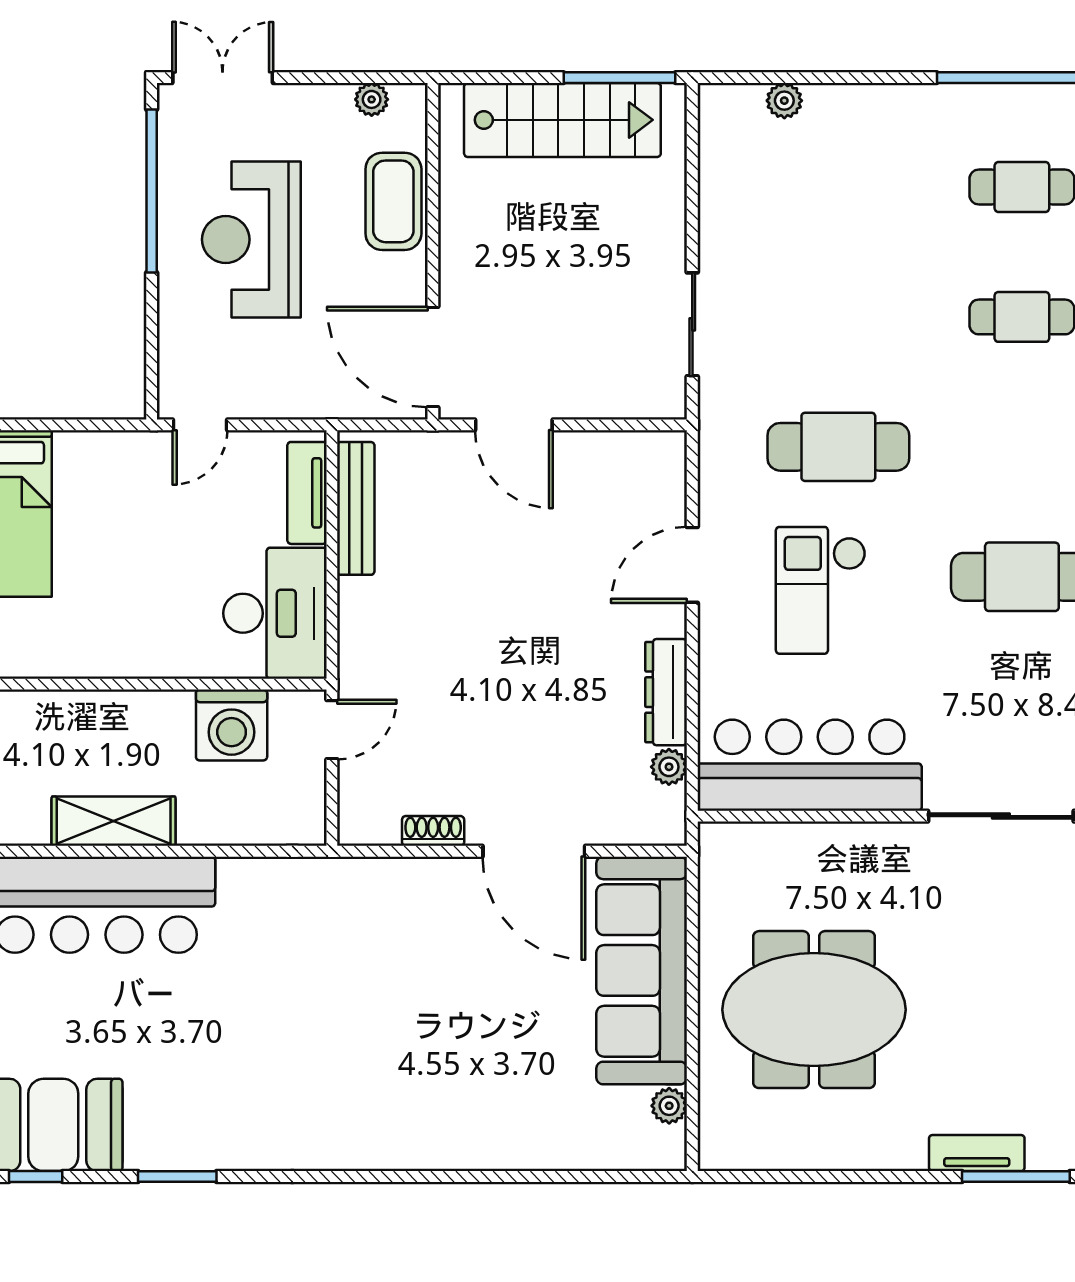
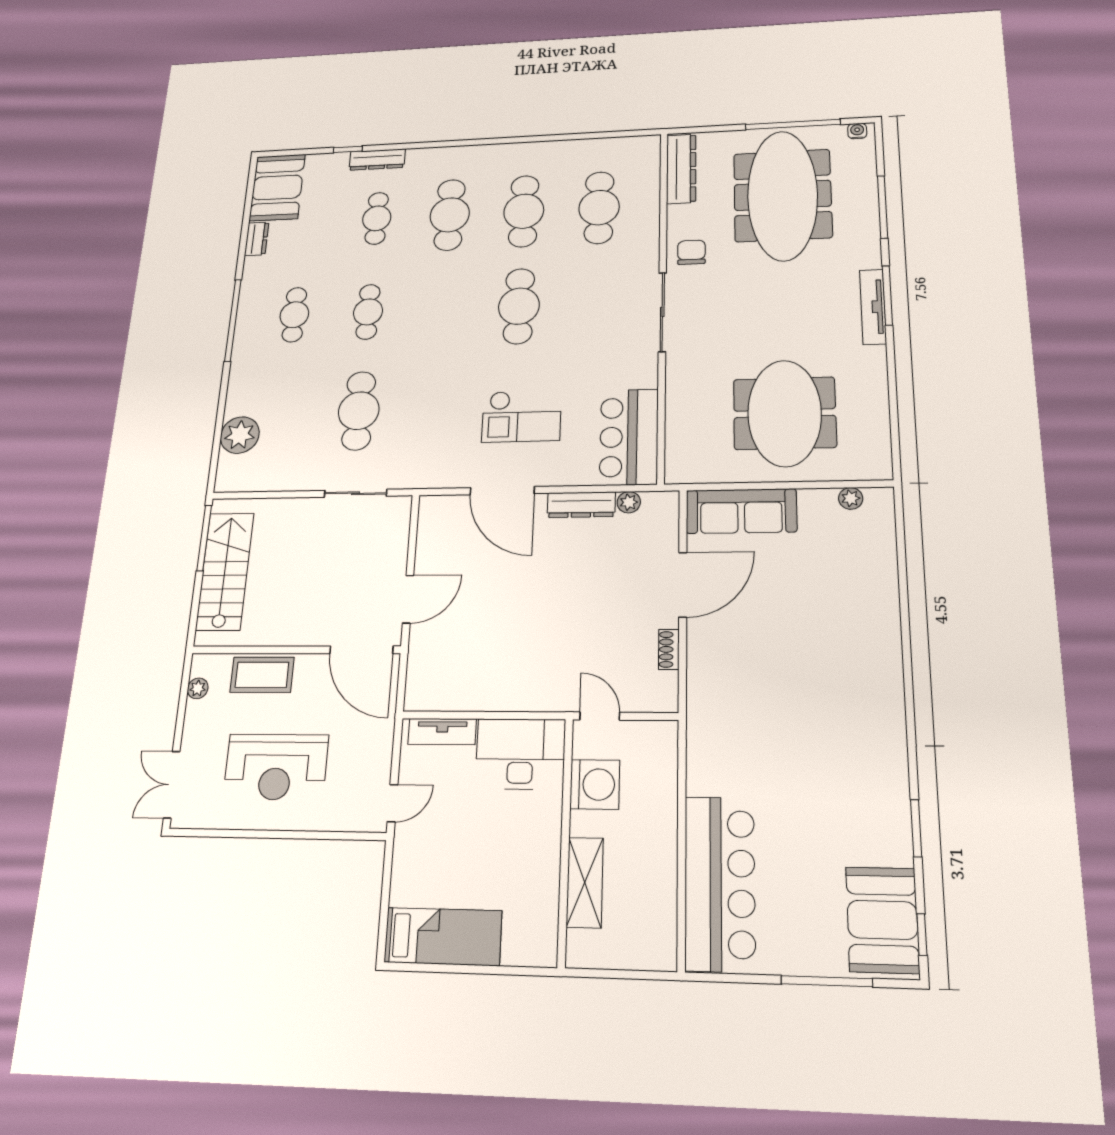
plant: (784, 101) -> (240, 435), width x1.88, depth x1.88
window: (152, 191) -> (237, 834), removed
door: (433, 357) -> (361, 650), hinge flipped
door: (200, 425) -> (392, 803), hinge flipped
cafe table: (838, 447) -> (359, 411), moved
bench: (356, 508) -> (454, 700), removed
door: (692, 565) -> (502, 491), width x1.36
bar counter: (810, 765) -> (629, 437), width x0.73
shelving: (114, 821) -> (585, 882), moved
sofa: (642, 970) -> (741, 511), width x0.74, depth x0.79
tv unit: (977, 1153) -> (873, 307), width x1.41

